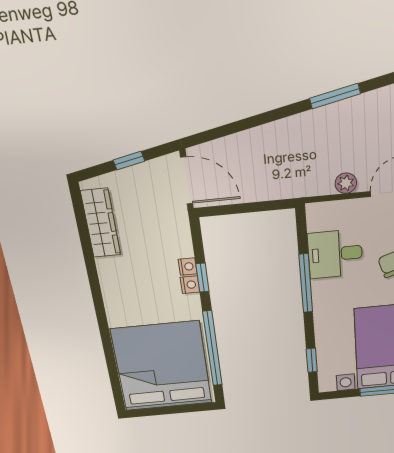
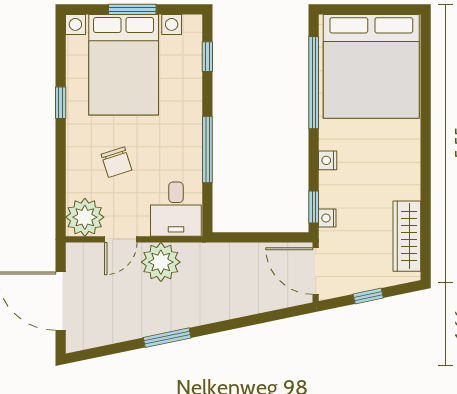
plant: (346, 183) -> (161, 262), width x1.88, depth x1.88
desk: (335, 254) -> (176, 209), moved, turned 90
nightstand: (188, 267) -> (327, 218), moved
window: (202, 278) -> (314, 207), moved

